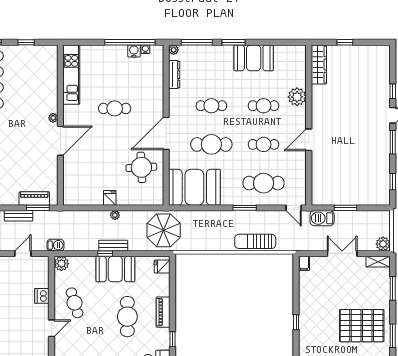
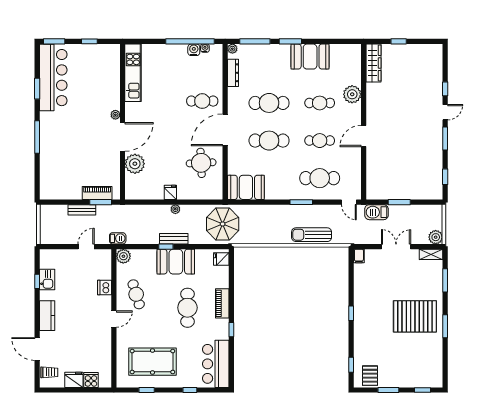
cafe table: (211, 106) -> (269, 103), width x1.37, depth x1.35
cafe table: (115, 108) -> (202, 101), moved
plant: (73, 168) -> (135, 164), added
booth: (194, 187) -> (246, 187), width x0.73, depth x0.70

